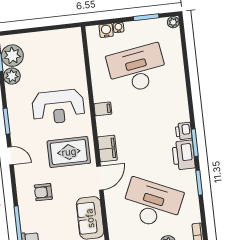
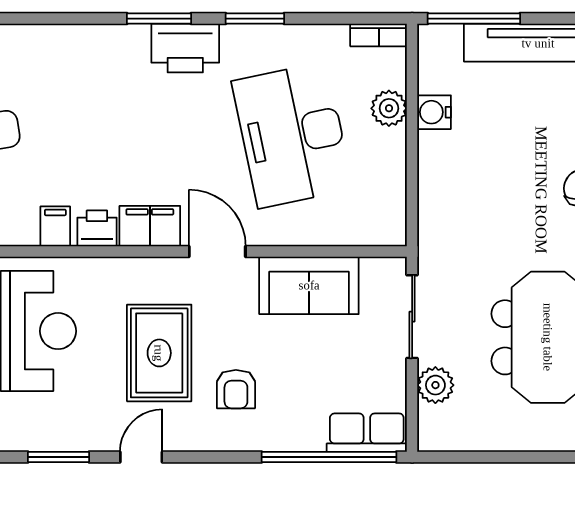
printer: (184, 131) -> (97, 228), moved, turned 180
rug: (69, 152) -> (159, 353), moved
desk: (152, 204) -> (292, 135), turned -36

